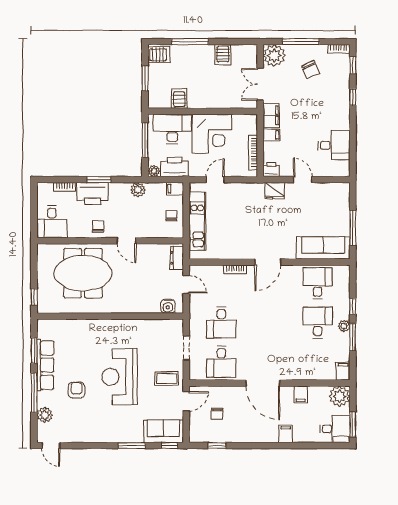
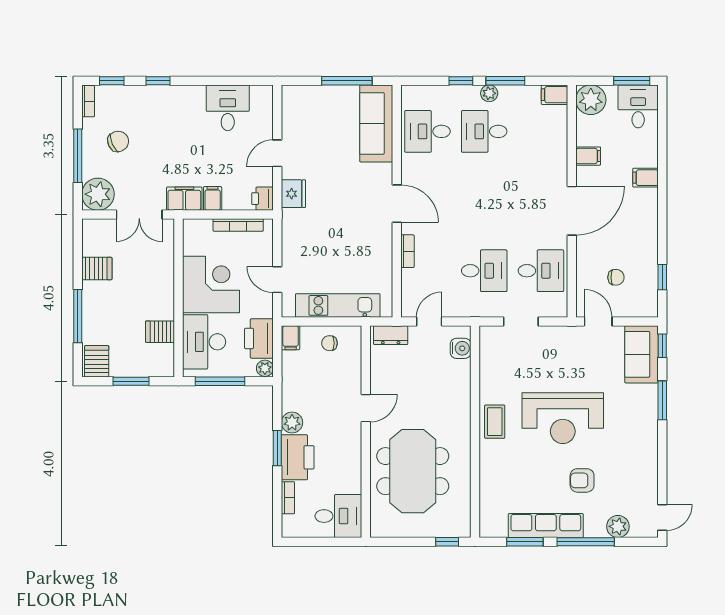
plant: (138, 190) -> (292, 422), moved
chair: (98, 227) -> (345, 449), removed
coffee table: (167, 379) -> (495, 422), moved

